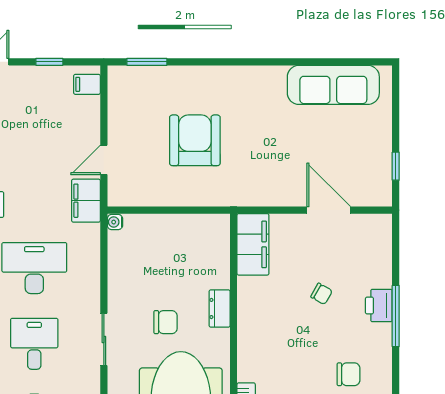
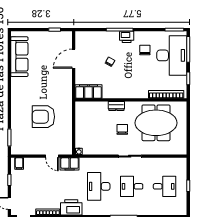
printer: (379, 306) -> (127, 37), moved

